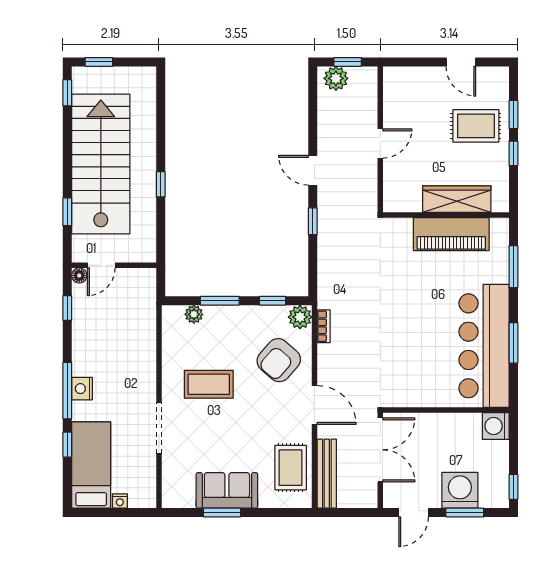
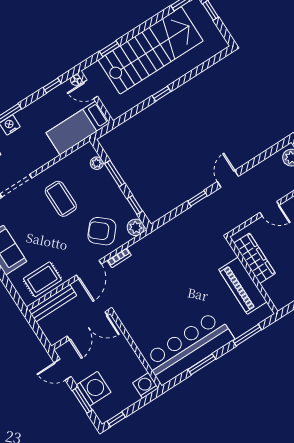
wardrobe: (457, 199) -> (255, 258), moved
bed: (137, 310) -> (78, 128), added
bookcase: (324, 326) -> (119, 258), moved

